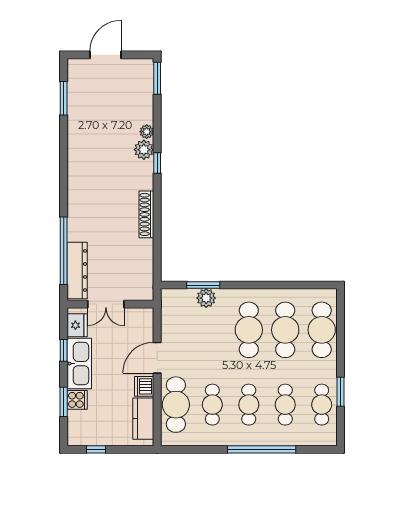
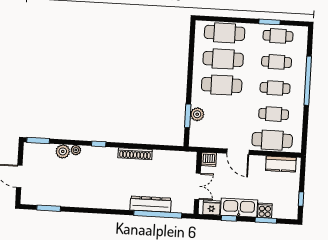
plant: (144, 150) -> (63, 151), moved
dresser: (77, 270) -> (151, 204), moved
dishwasher: (144, 386) -> (209, 159), moved

